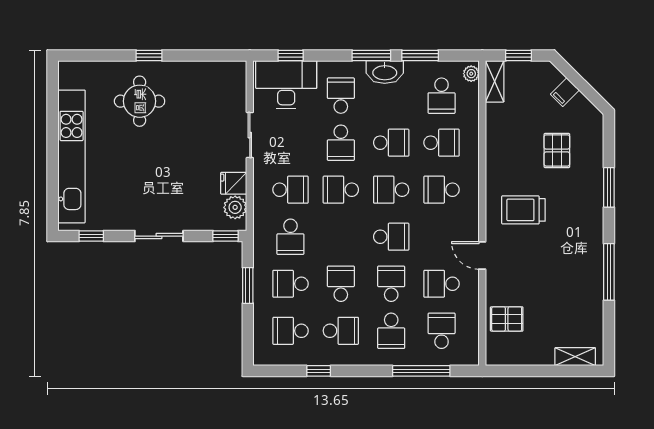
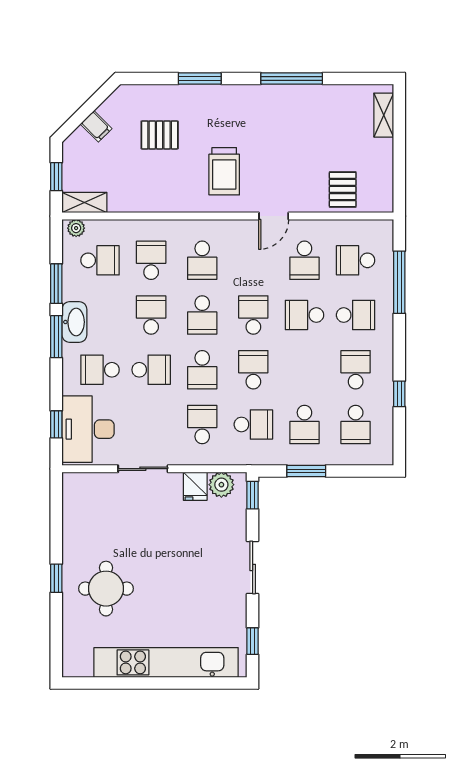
school desk: (341, 284) -> (253, 370), moved, turned 90

